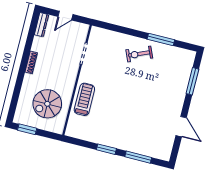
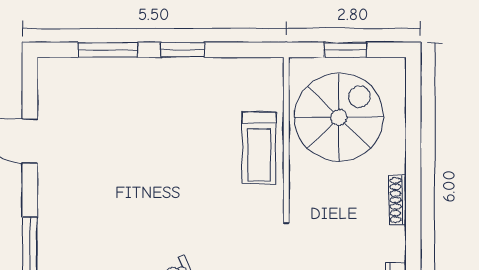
spiral stairs: (47, 104) -> (339, 117), width x1.37, depth x1.37
window: (27, 129) -> (345, 50), moved

